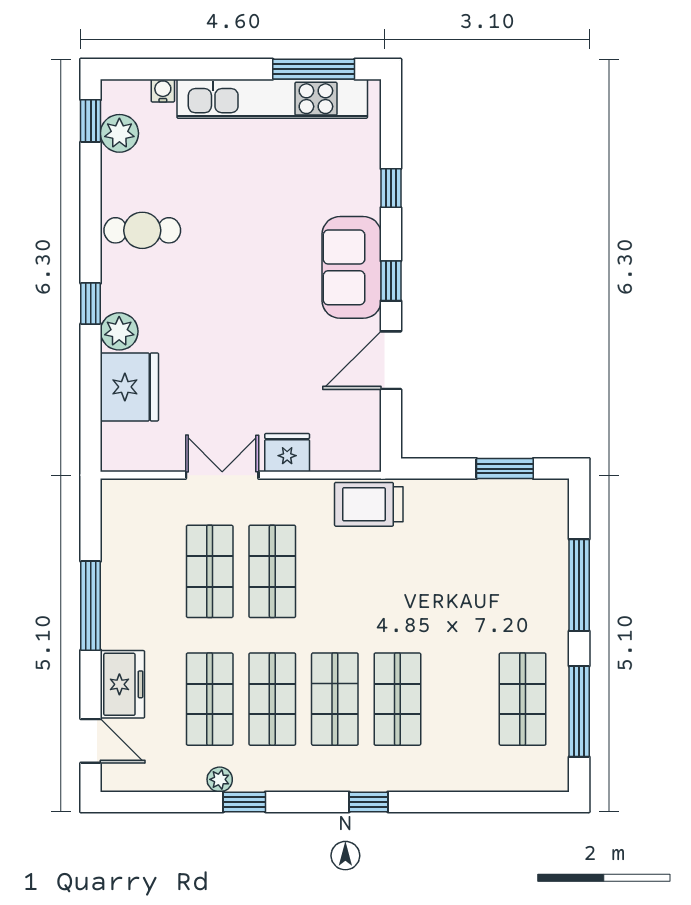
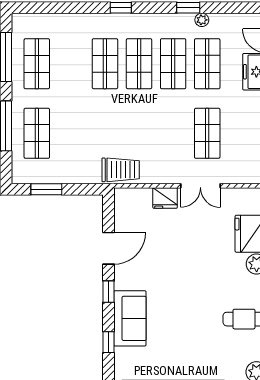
sofa: (352, 267) -> (130, 318), moved
shop shelf: (272, 571) -> (37, 133), moved

